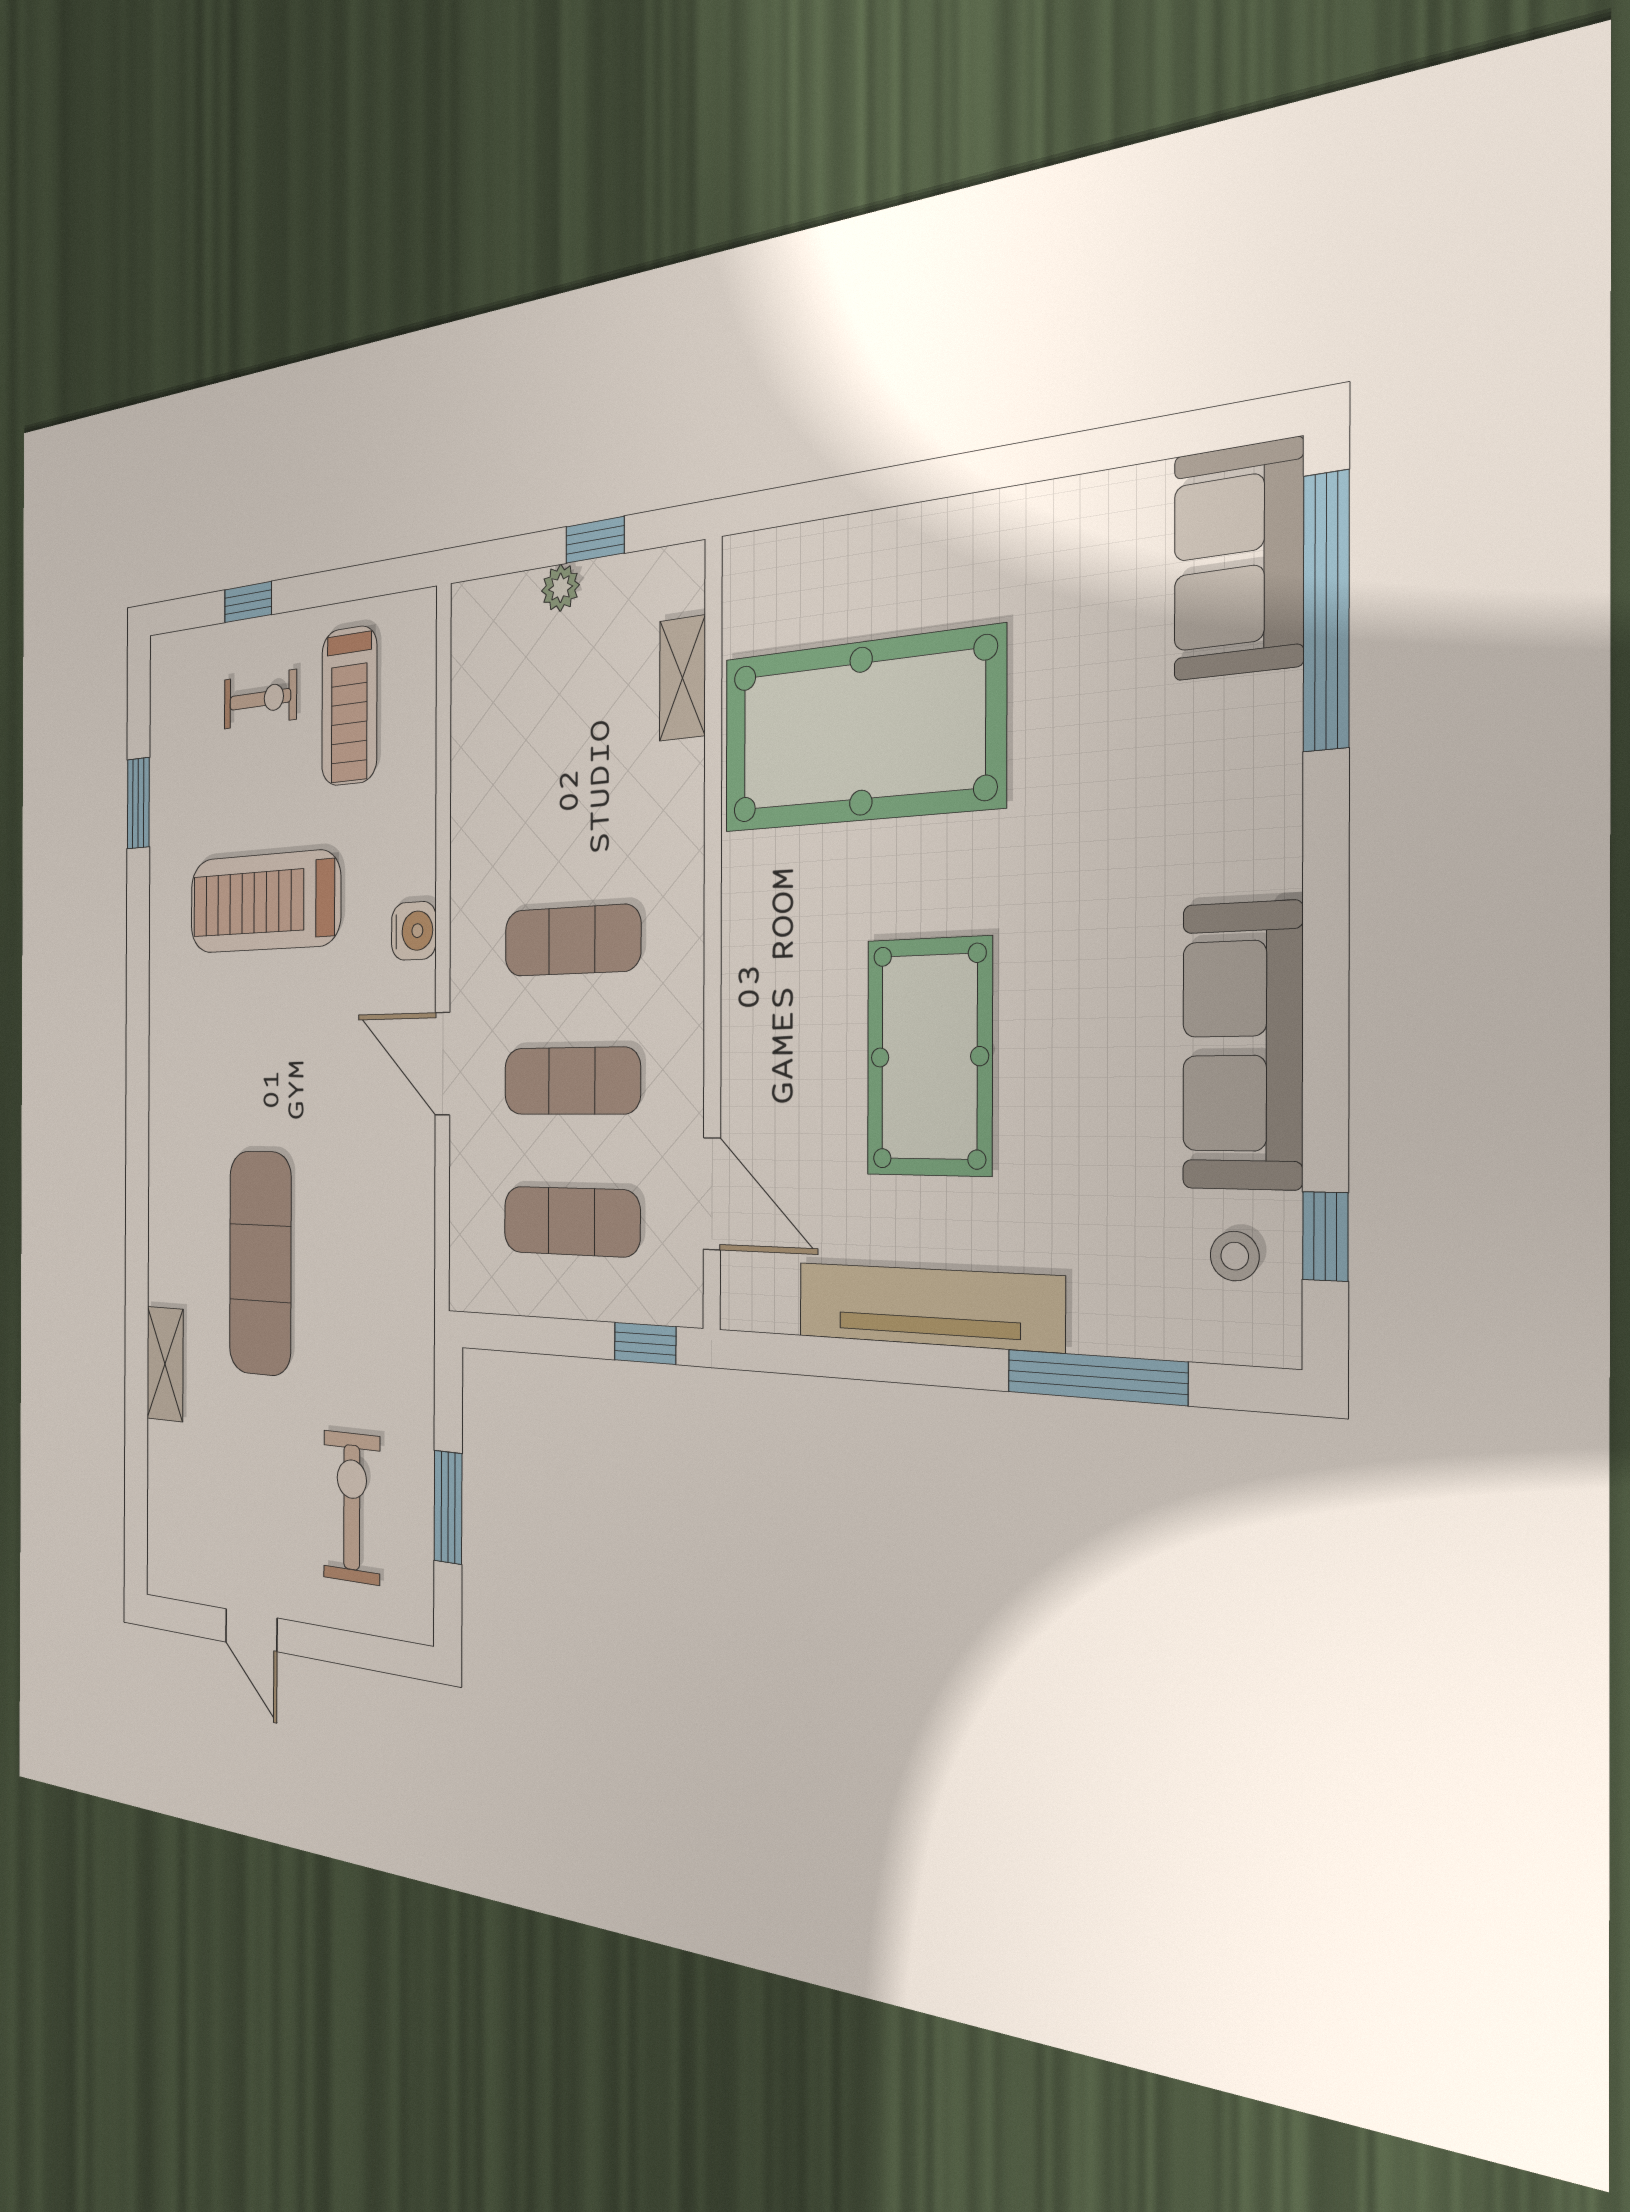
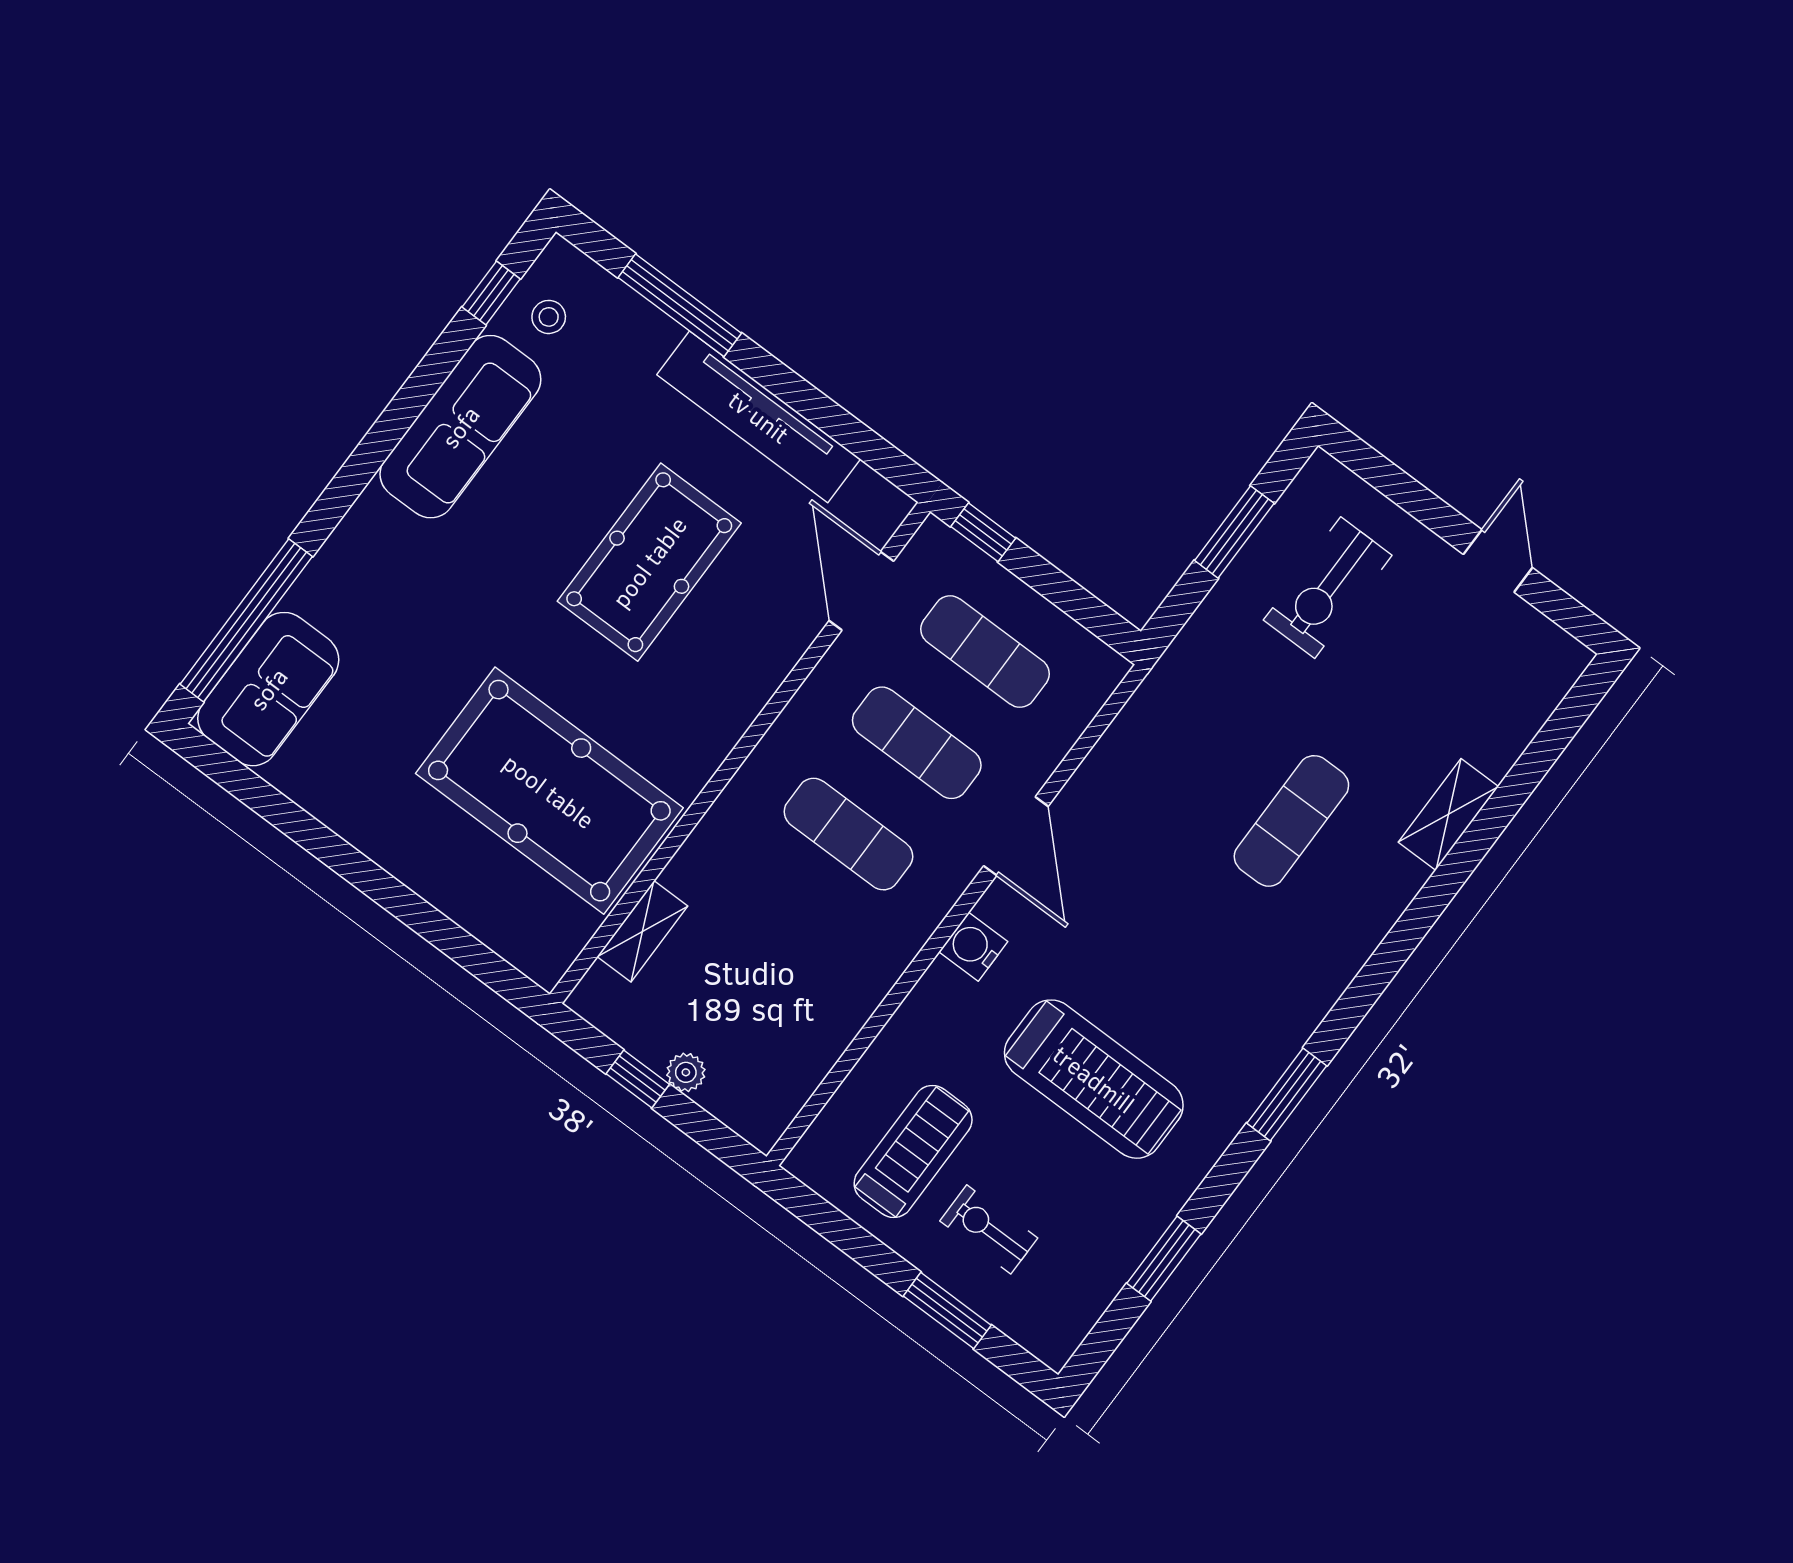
window: (248, 602) -> (947, 1311), width x1.50
window: (138, 1021) -> (1287, 1094), added
exercise mat: (260, 1263) -> (1291, 821), width x0.73, depth x0.69

